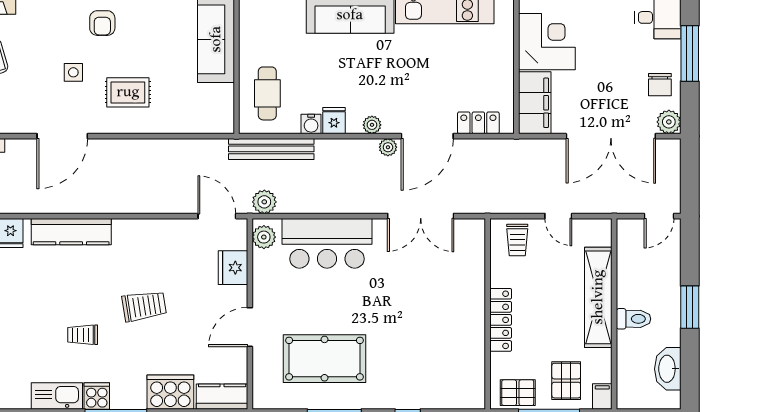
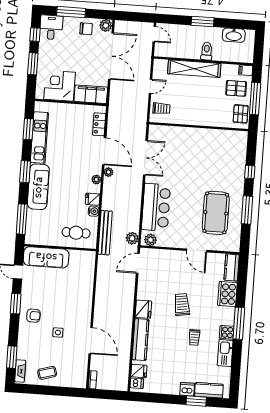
rug: (128, 92) -> (70, 305), removed
fridge: (233, 268) -> (143, 309), moved, turned -90
locker: (501, 320) -> (202, 120), removed

